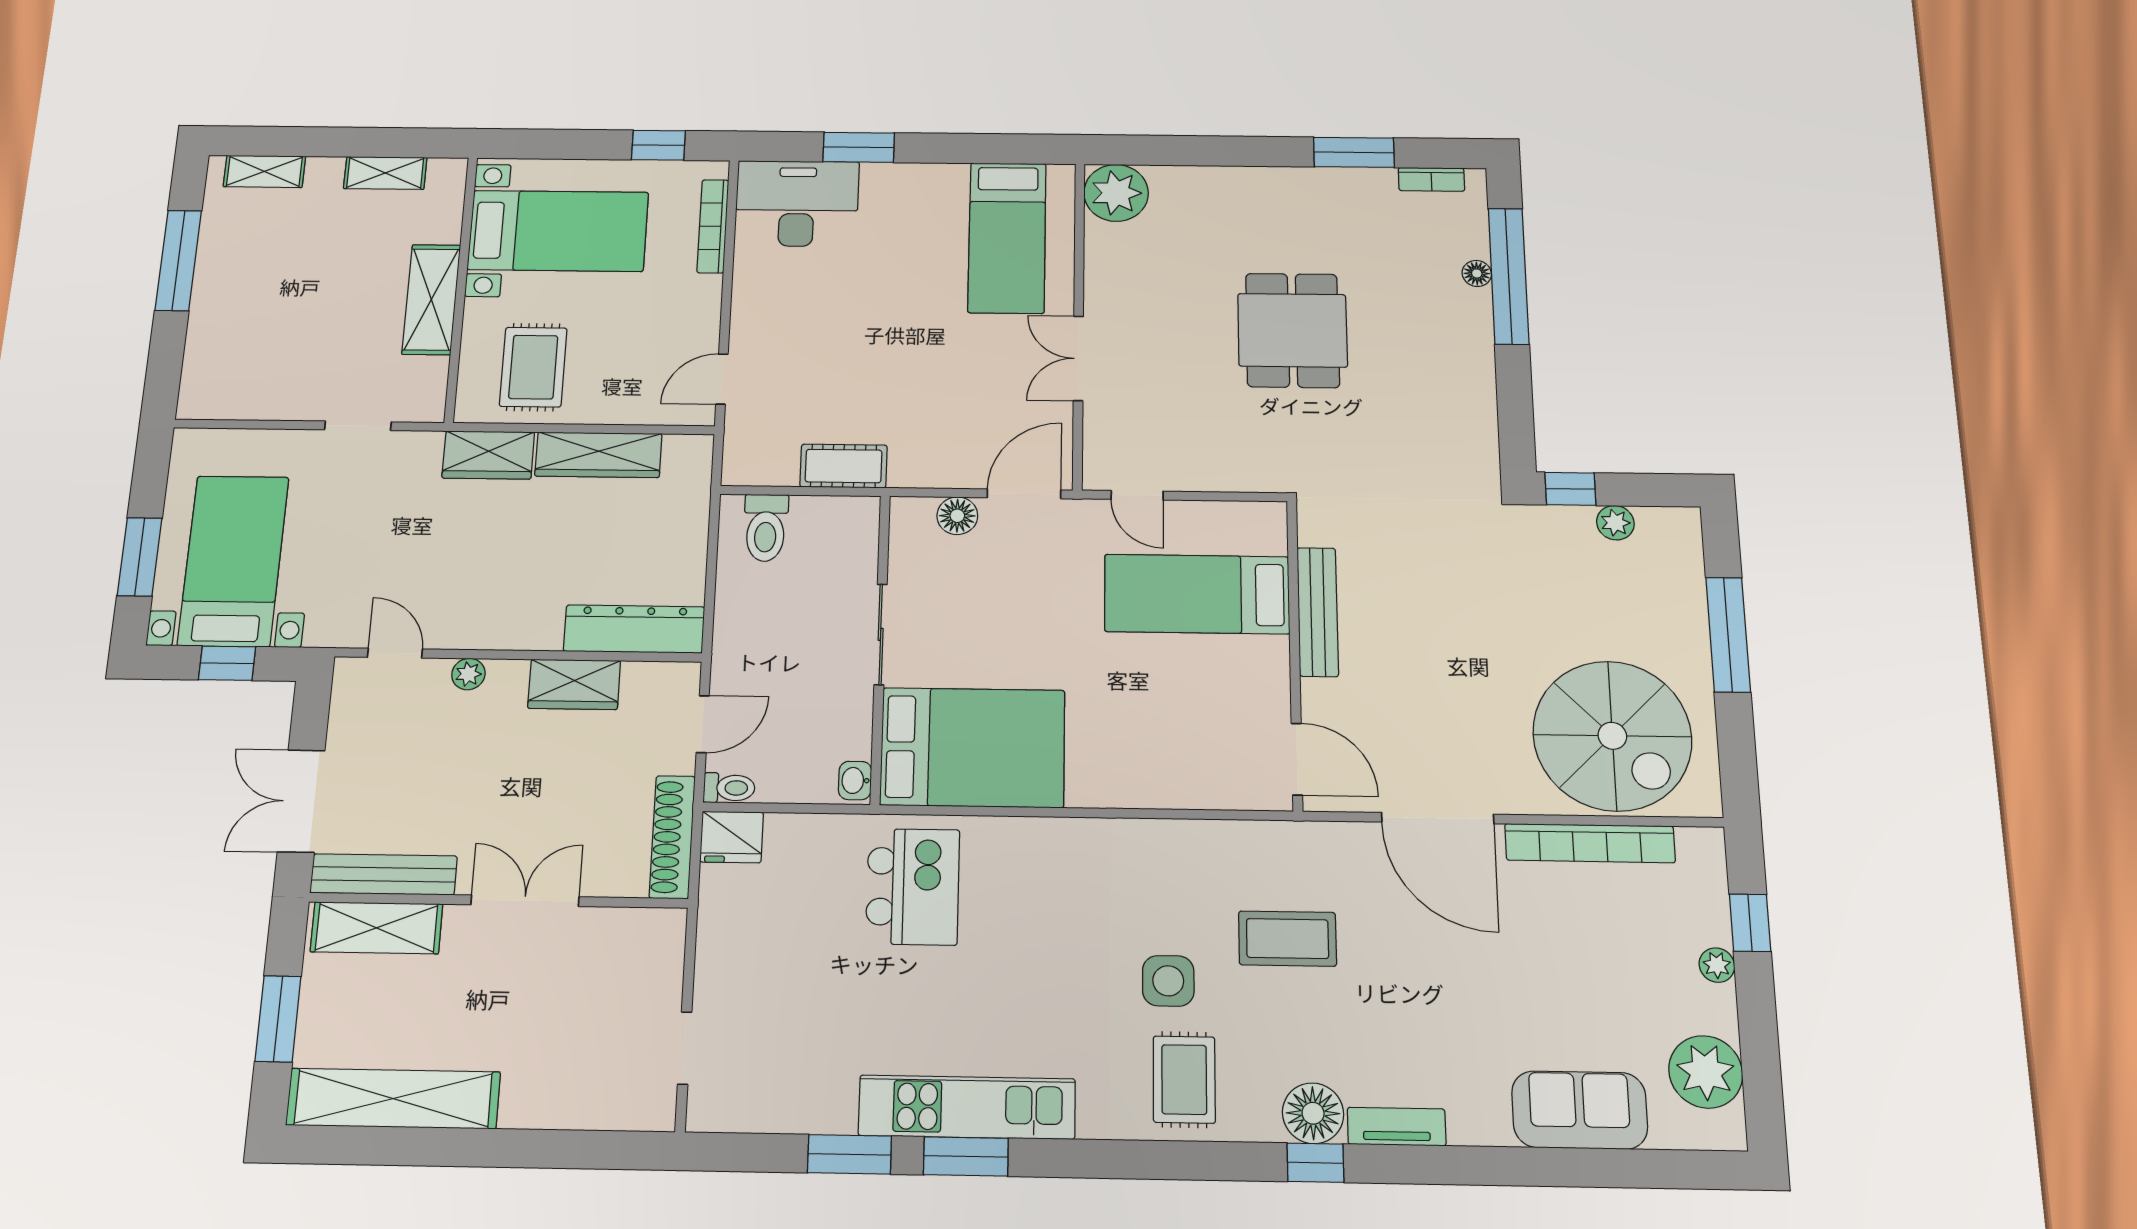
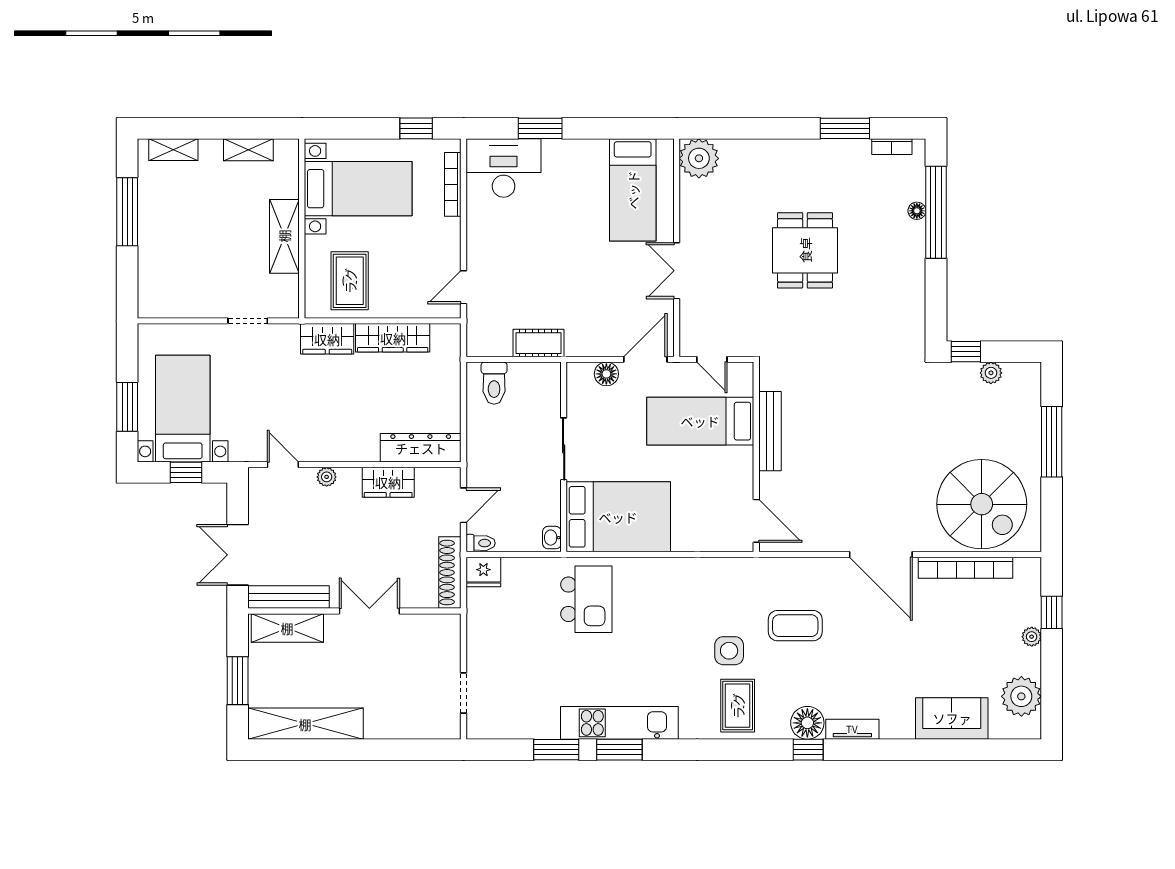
bed: (1197, 594) -> (700, 421), moved
bench: (1318, 612) -> (770, 431), moved
wall: (1295, 653) -> (756, 457), moved
door: (1297, 759) -> (756, 521), moved

